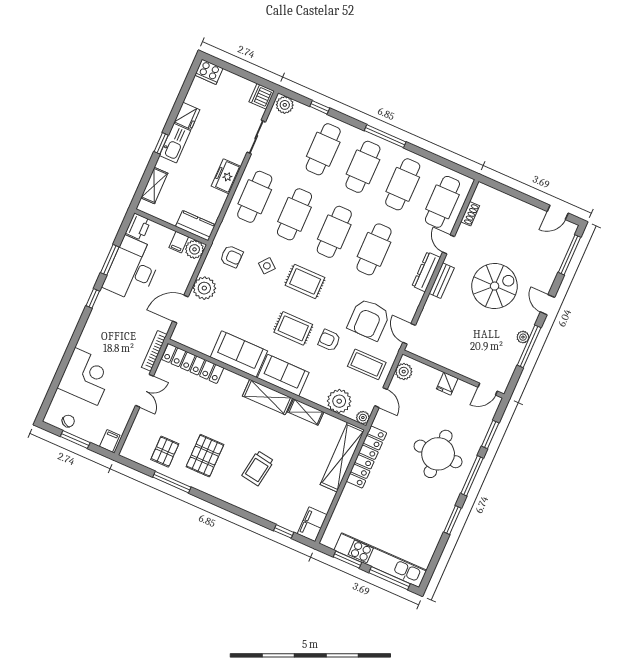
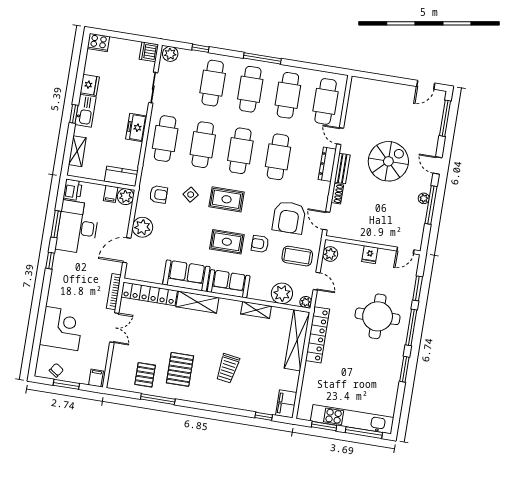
shoe rack: (470, 214) -> (337, 194), moved
shelving: (267, 397) -> (197, 302), moved

